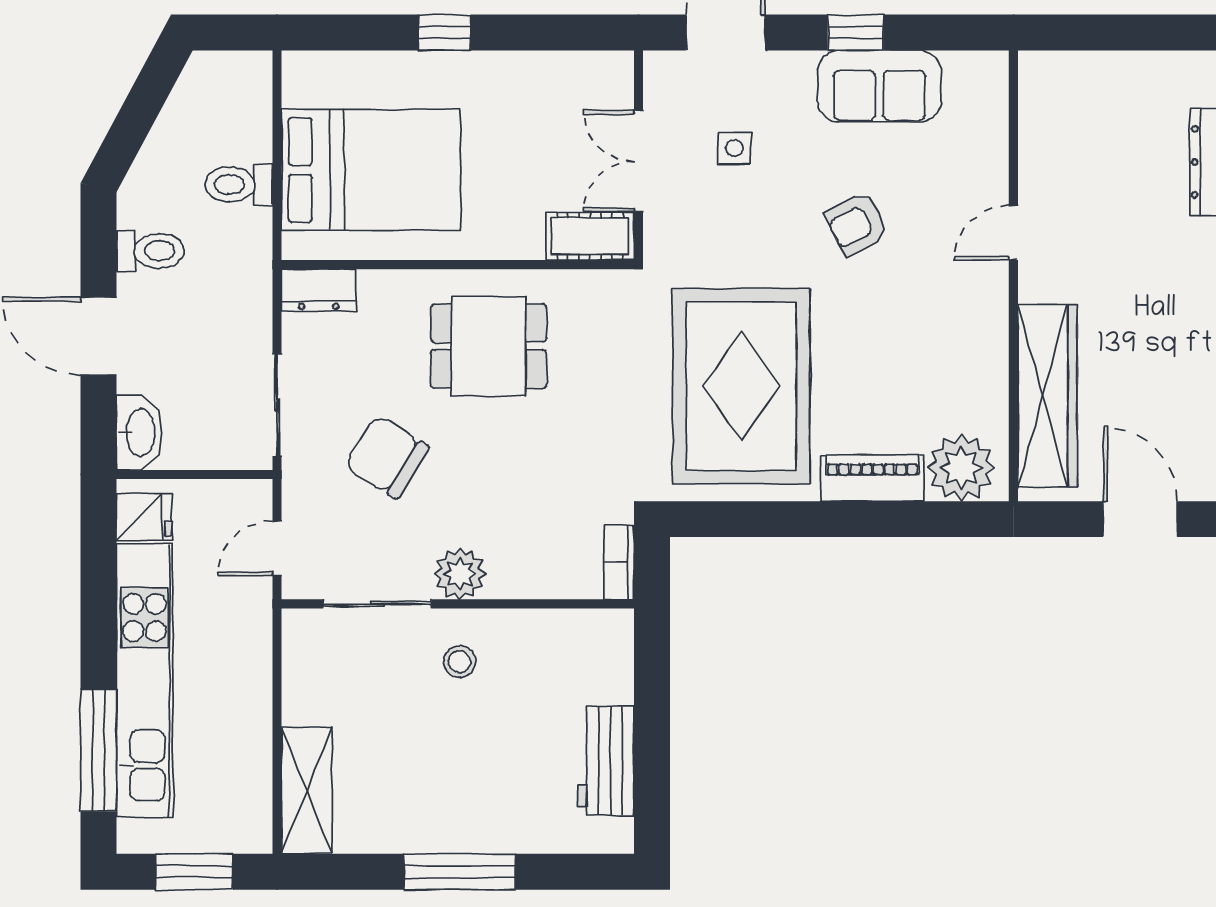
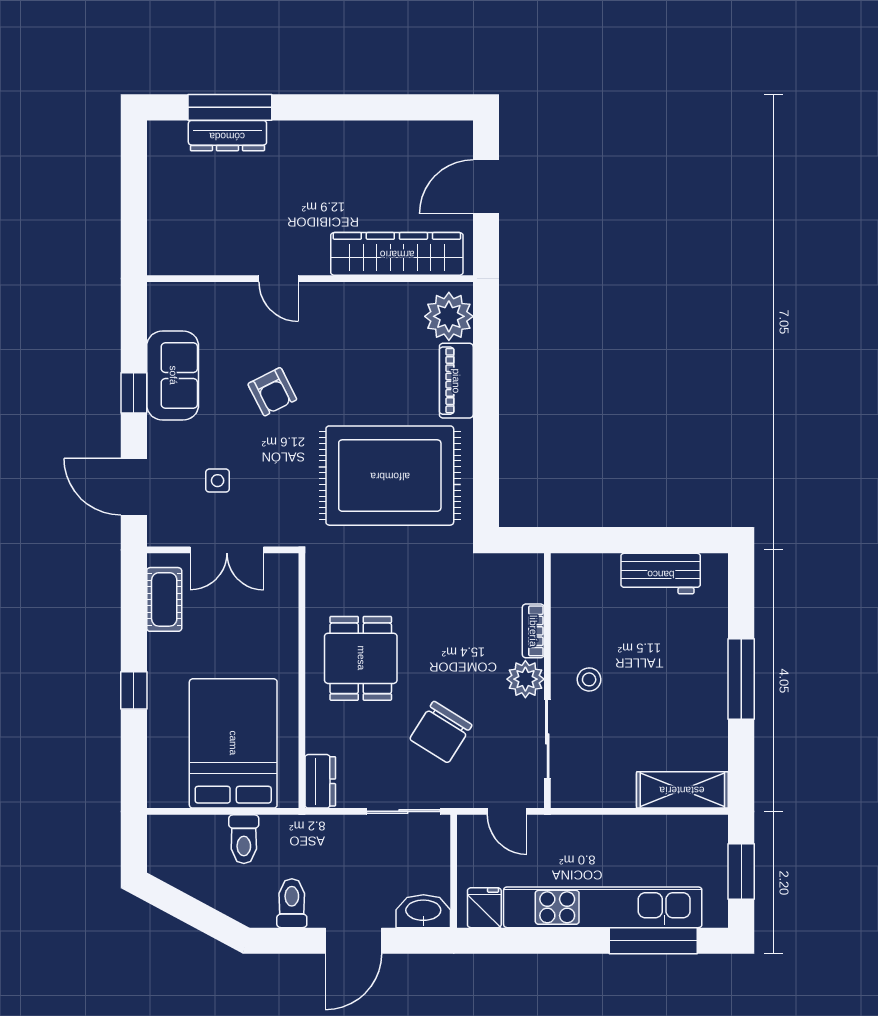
cot: (590, 236) -> (164, 599), moved
bookcase: (619, 562) -> (533, 631), moved, turned 90

